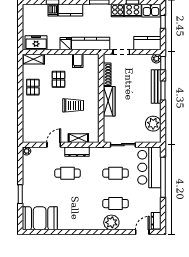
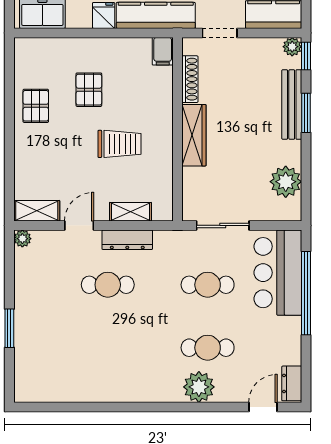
shelving: (33, 59) -> (37, 211), moved
filing cabinet: (78, 61) -> (163, 51), moved
booth: (40, 218) -> (50, 378), removed

